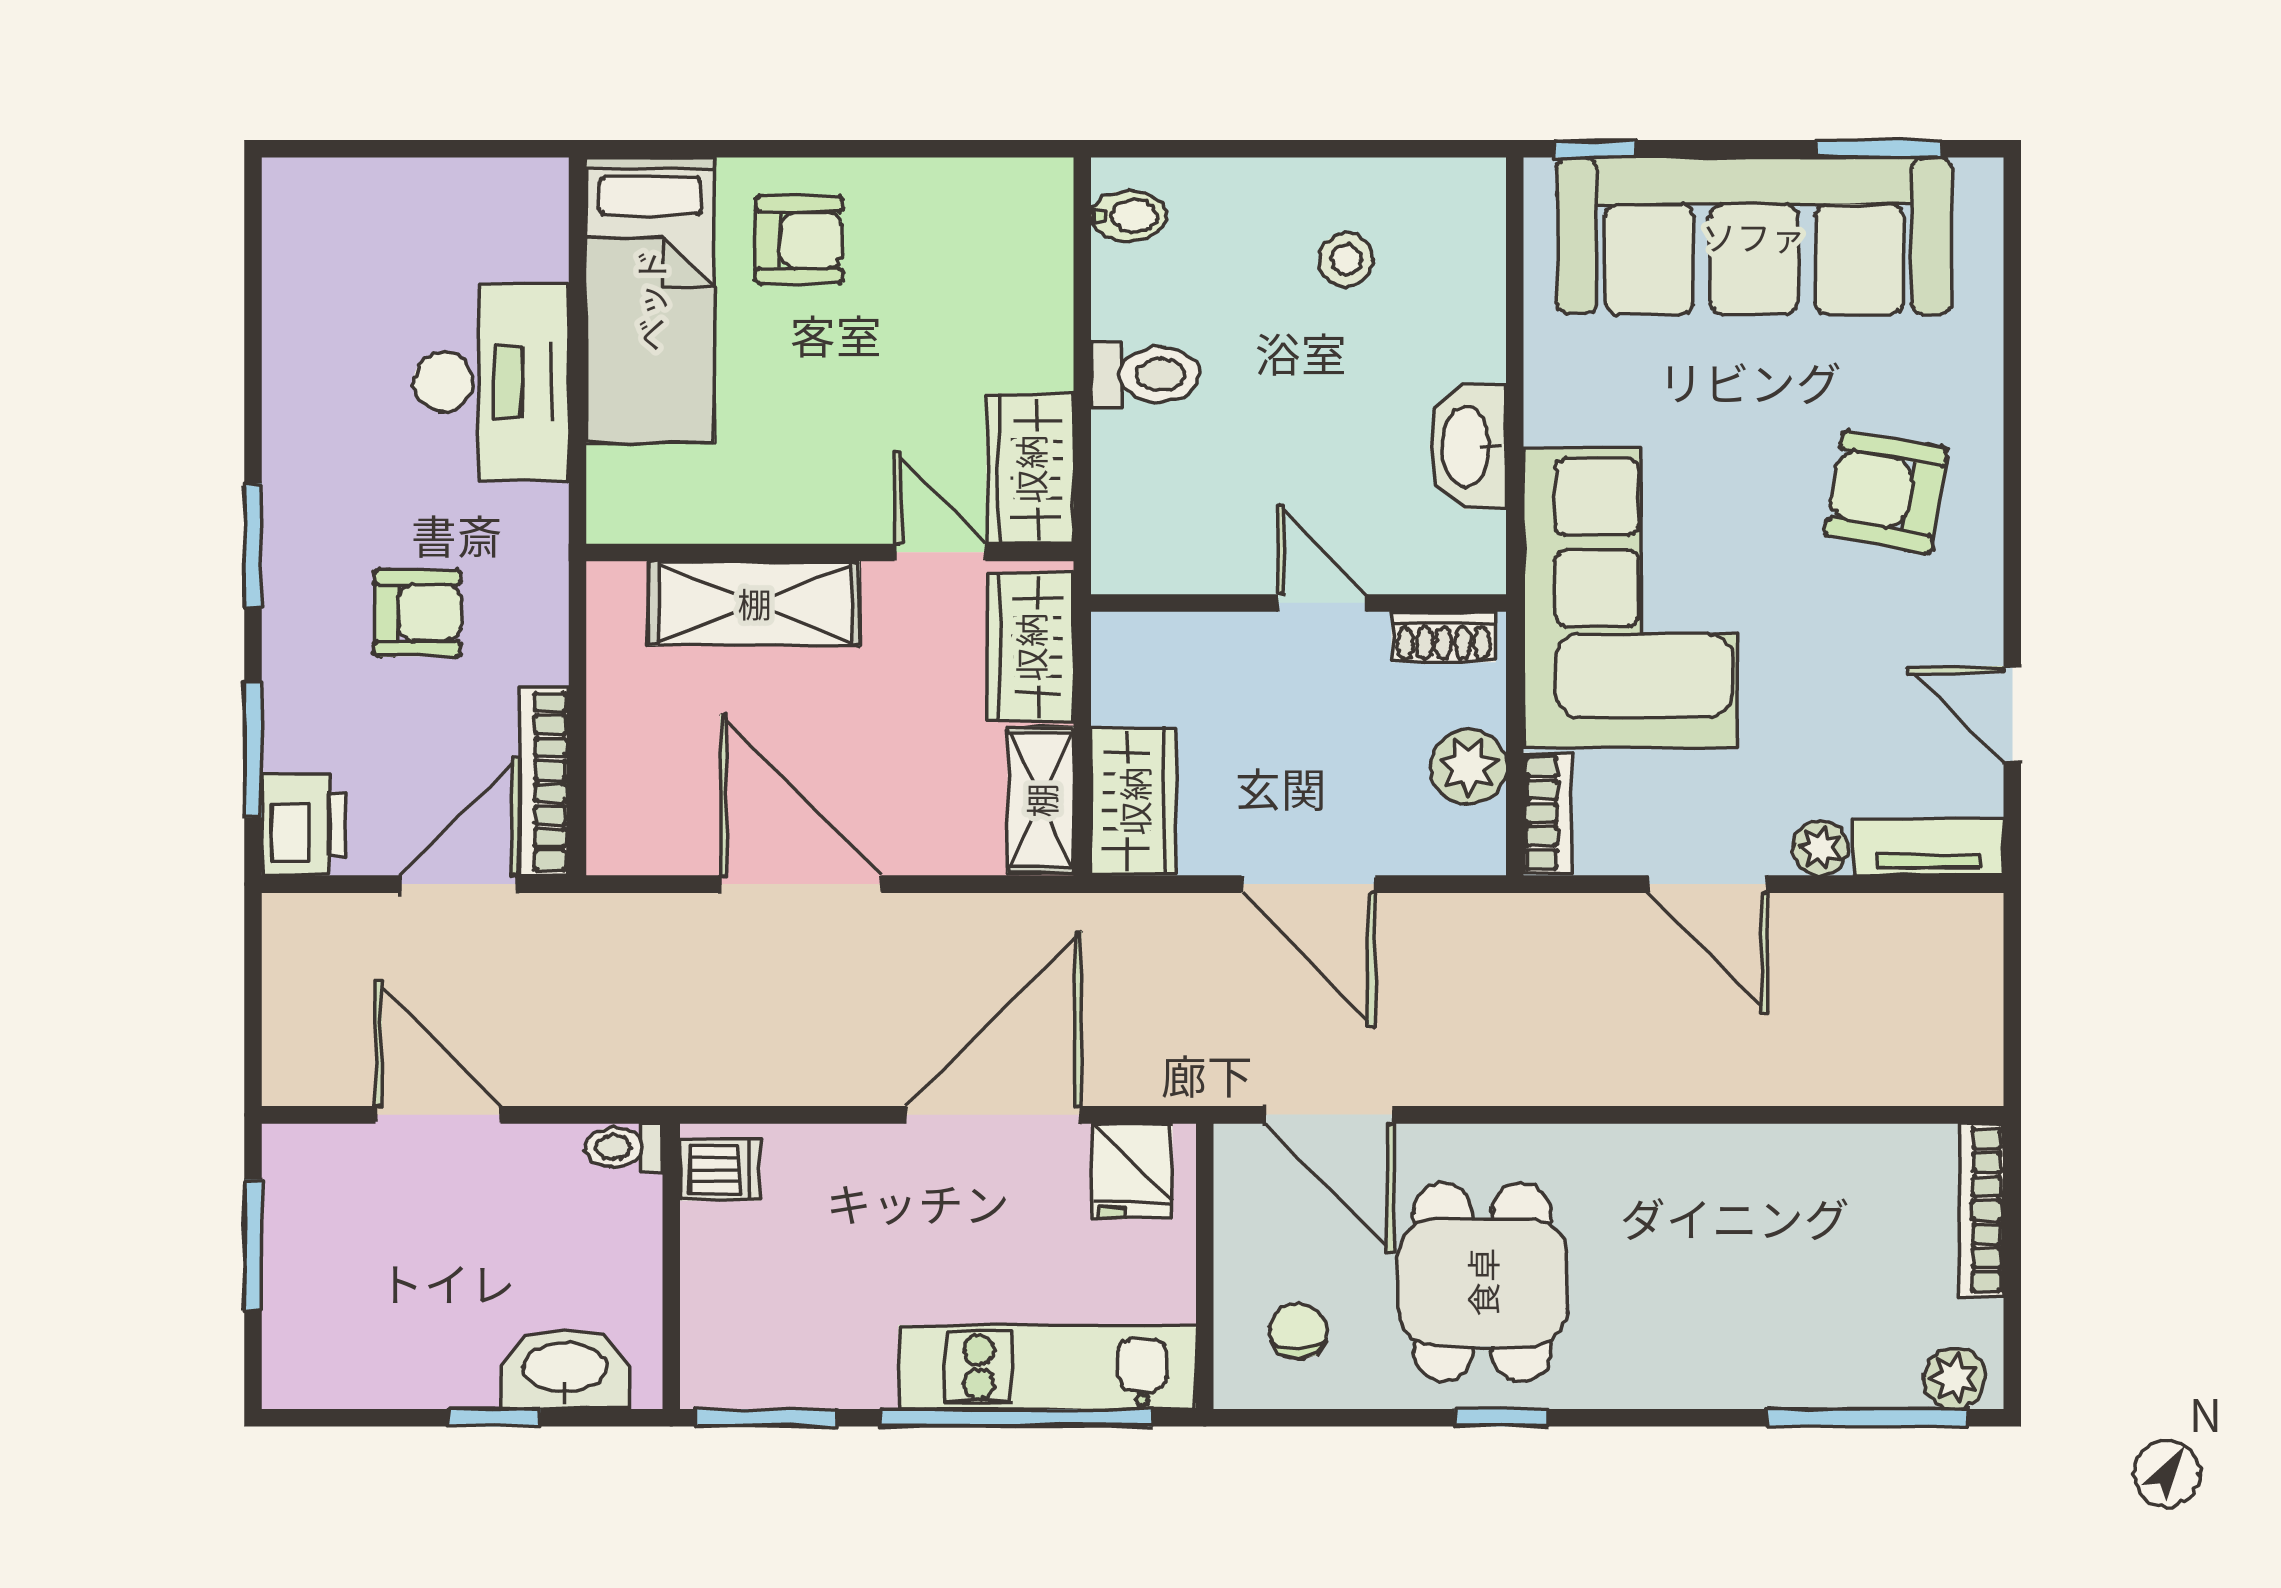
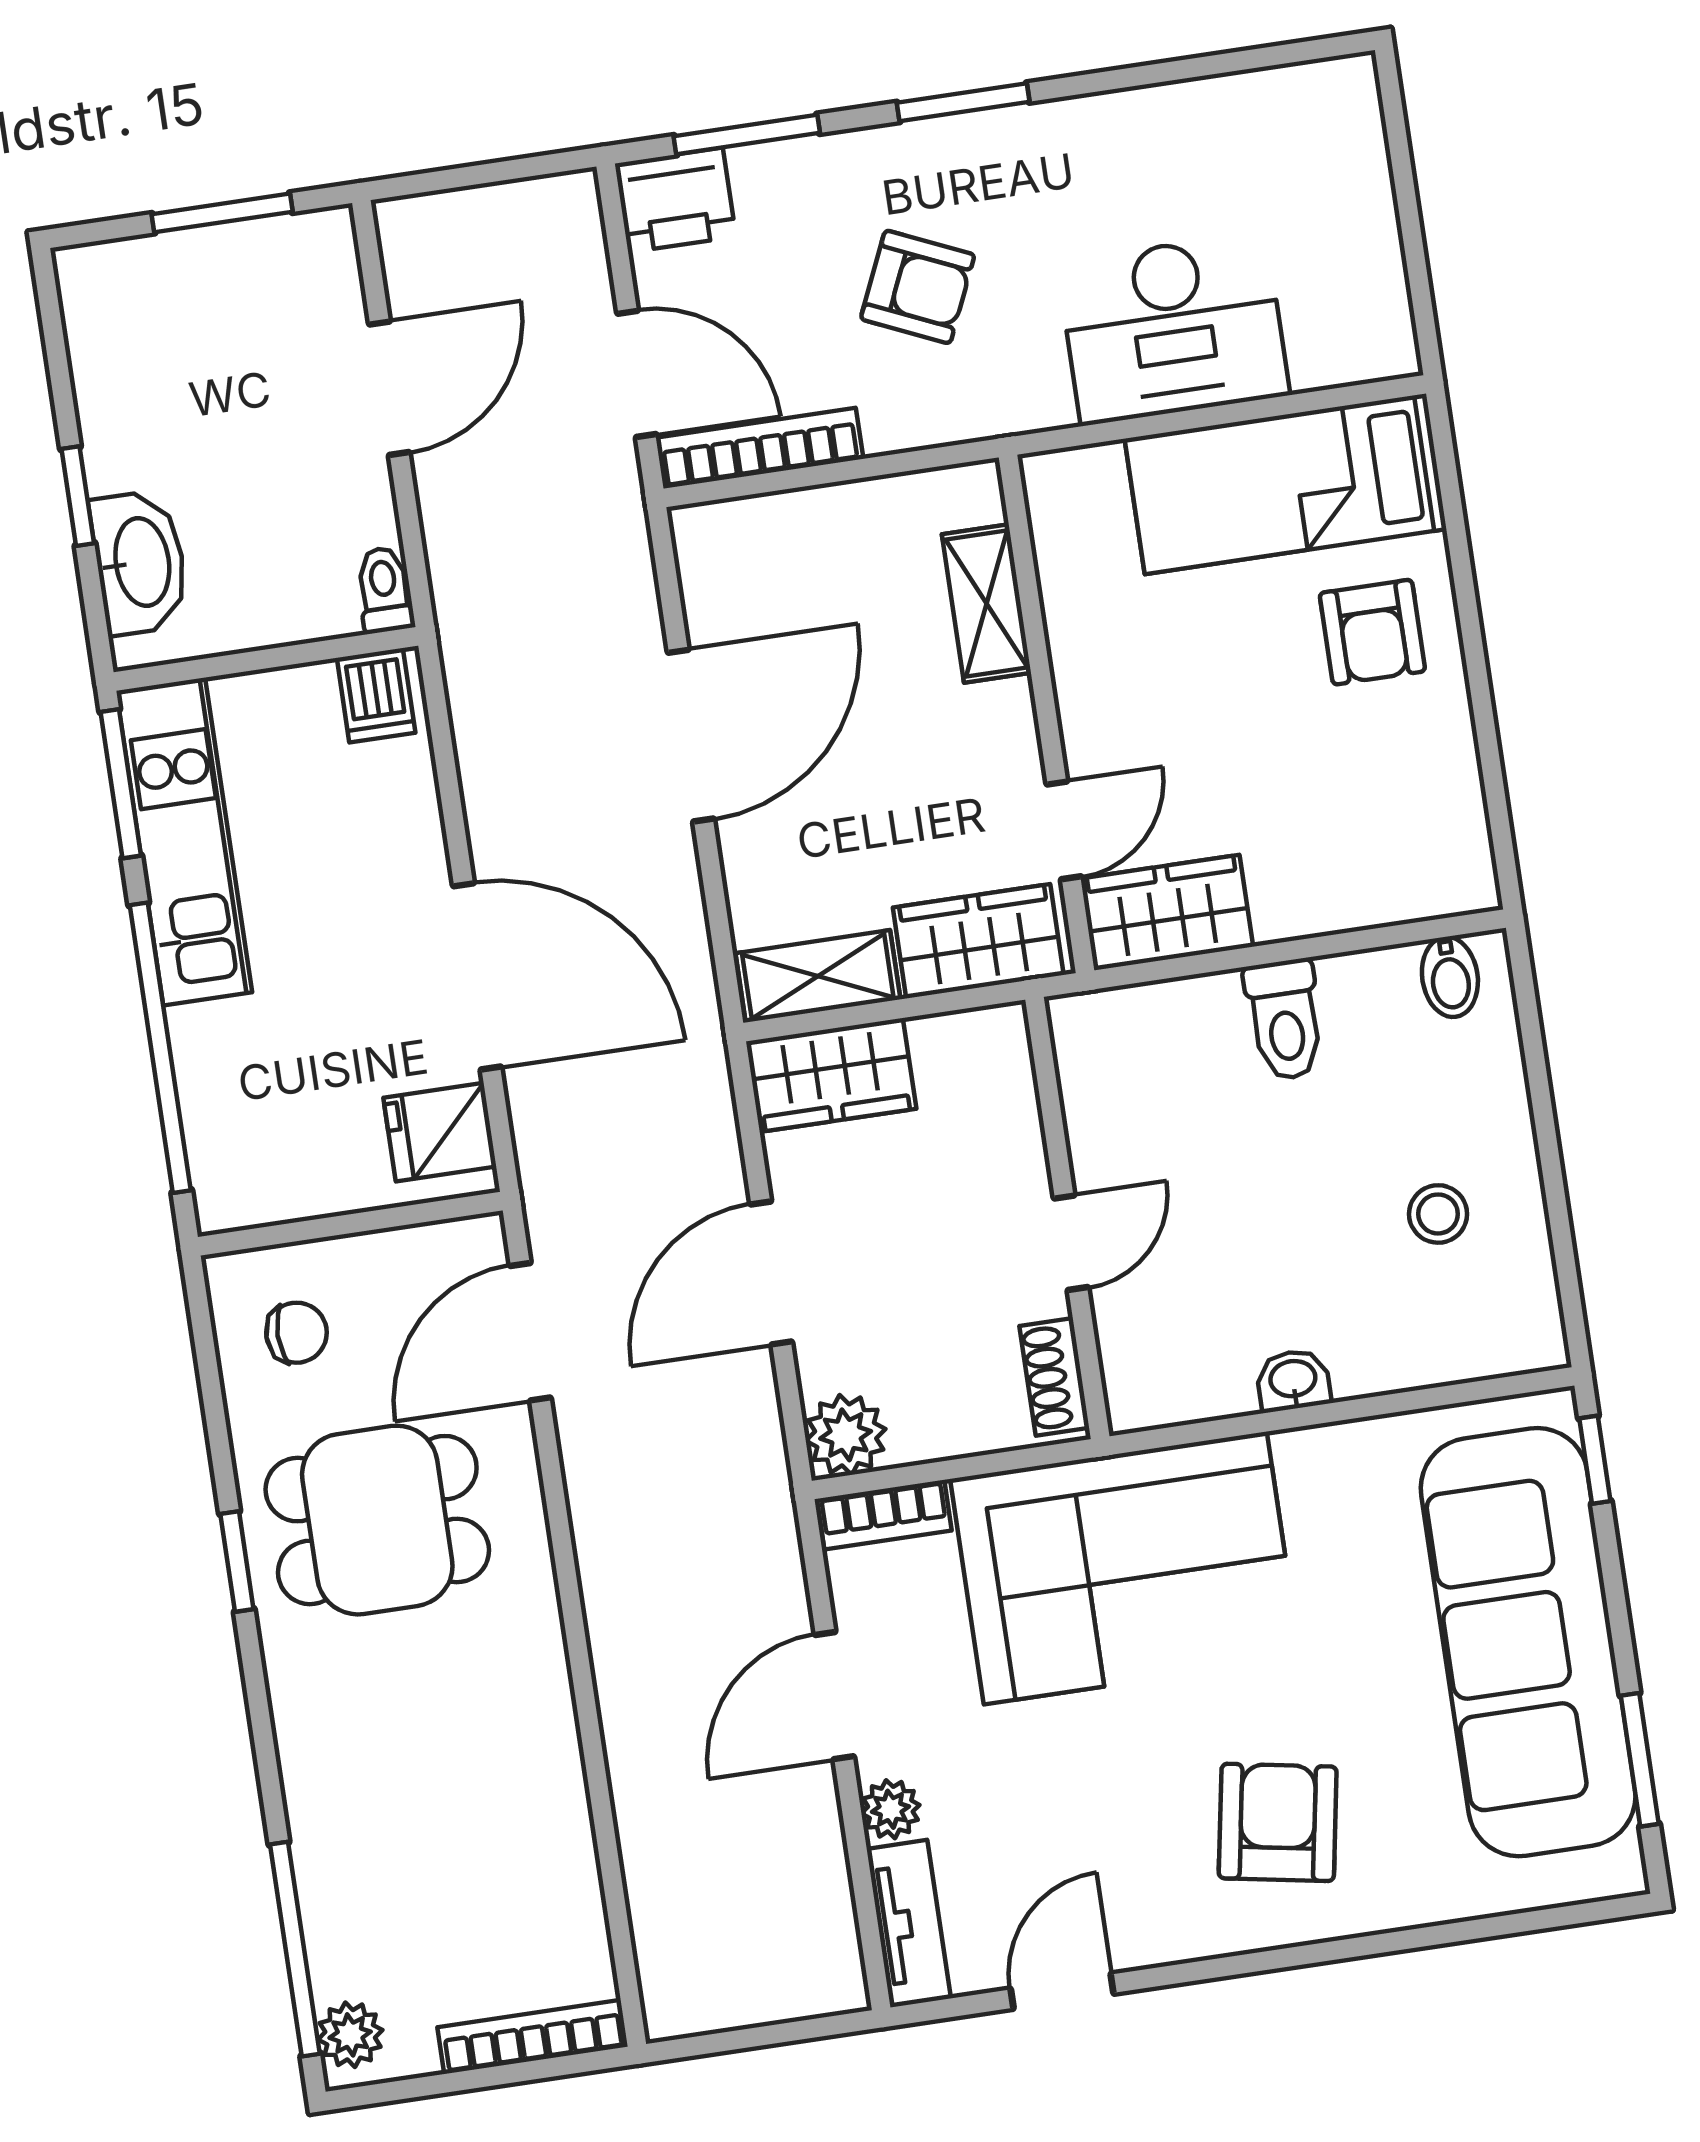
washbasin: (1468, 447) -> (1293, 1380), width x0.52, depth x0.69
shelving: (755, 603) -> (986, 604), width x0.67, depth x0.75
armchair: (417, 613) -> (918, 287), turned -66
plant: (1468, 767) -> (846, 1435), moved
kitchen unit: (1047, 1367) -> (184, 842), moved

